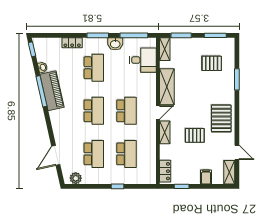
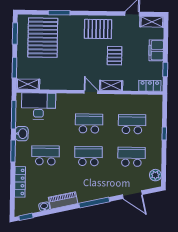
locker: (72, 43) -> (20, 182), width x1.53
desk: (143, 60) -> (38, 106), width x1.37
pallet: (212, 63) -> (43, 38), width x2.05, depth x2.00
shelving: (167, 87) -> (66, 83), removed
window: (41, 91) -> (94, 203), moved
piano: (52, 91) -> (63, 200), width x0.73, depth x0.75
filing cabinet: (206, 177) -> (156, 50), width x2.00

